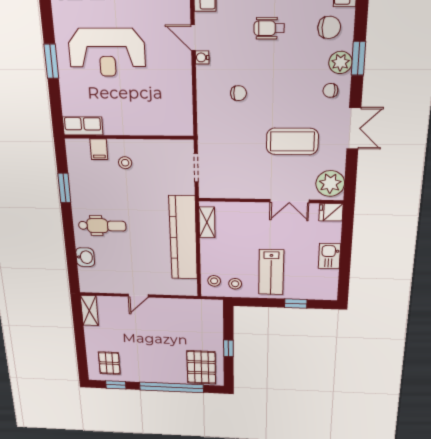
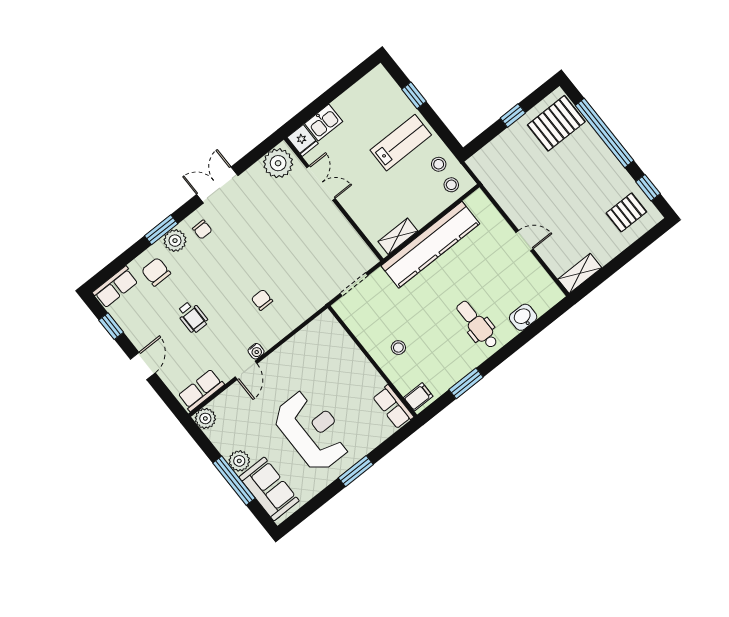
coffee table: (292, 141) -> (267, 224), removed
filing cabinet: (99, 149) -> (418, 397), moved
kitchen sink: (329, 256) -> (324, 123), moved

